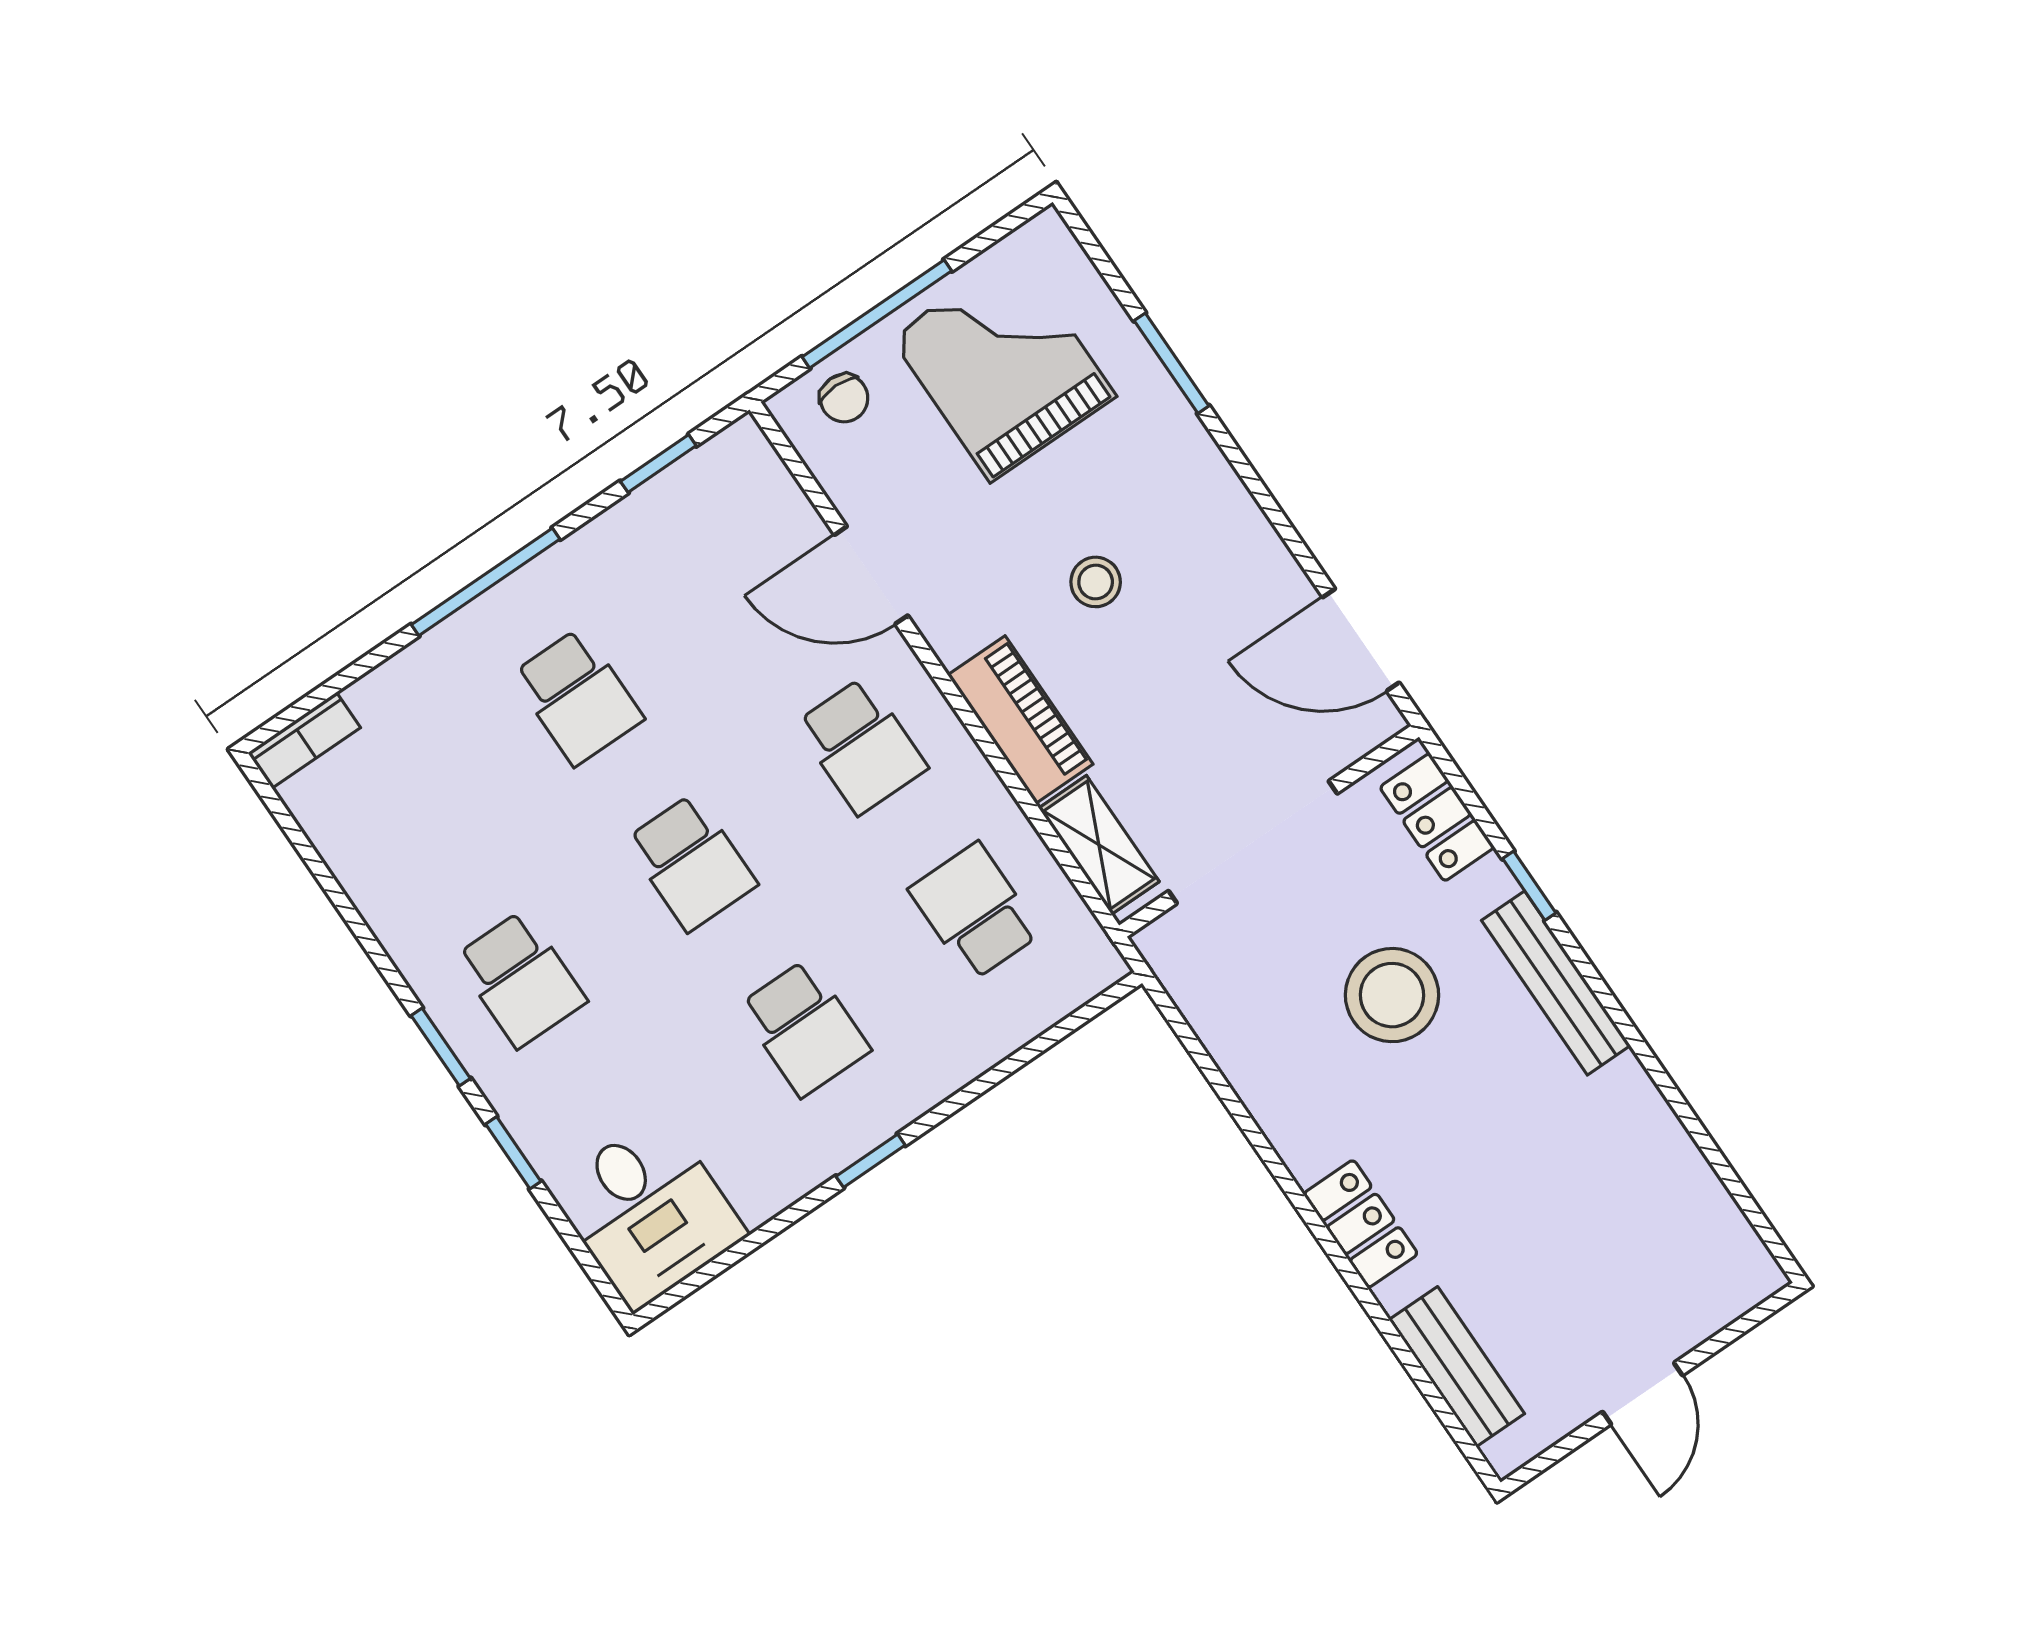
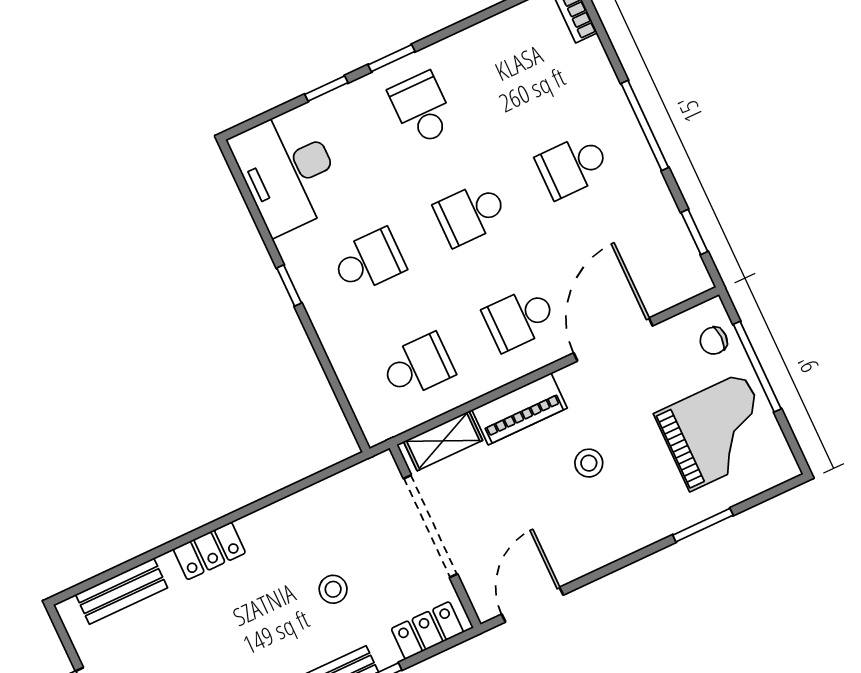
door: (871, 575) -> (613, 339), width x1.36
school desk: (521, 979) -> (422, 109), turned 90
stool: (1392, 995) -> (333, 589), width x0.53, depth x0.53
school desk: (804, 1028) -> (369, 261), turned 180
desk: (648, 1212) -> (288, 171), width x1.37

